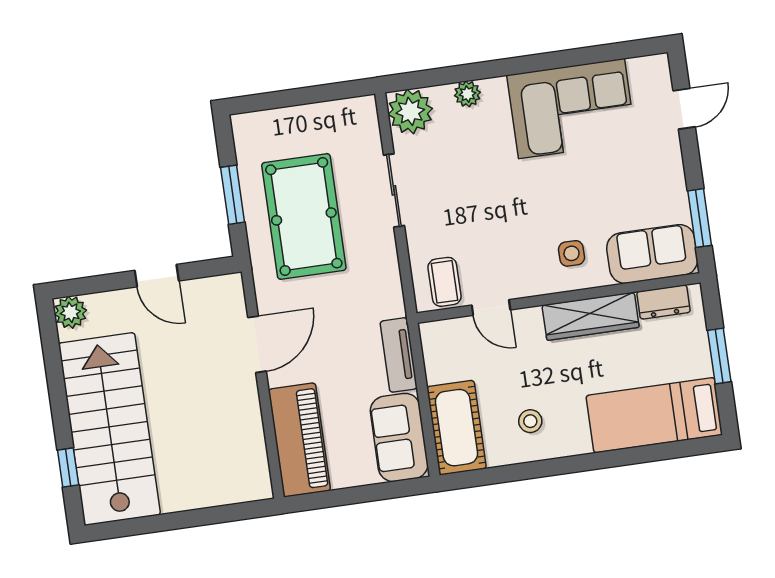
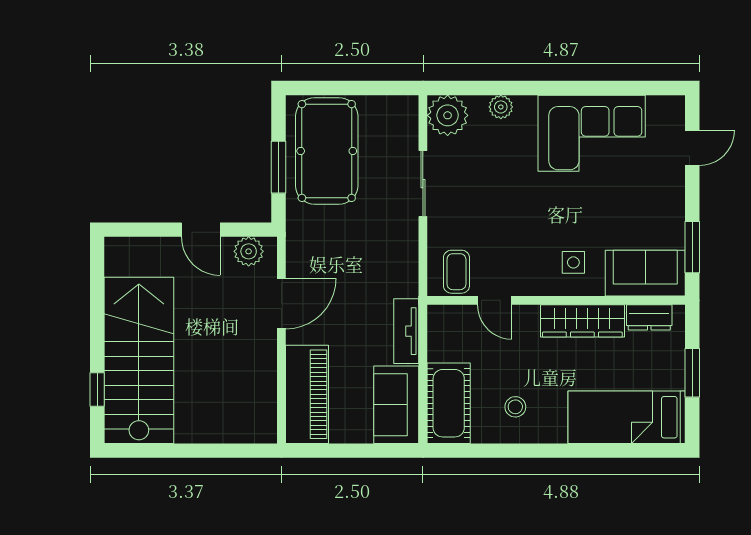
pool table: (304, 216) -> (327, 151), moved
plant: (70, 312) -> (249, 251), moved

